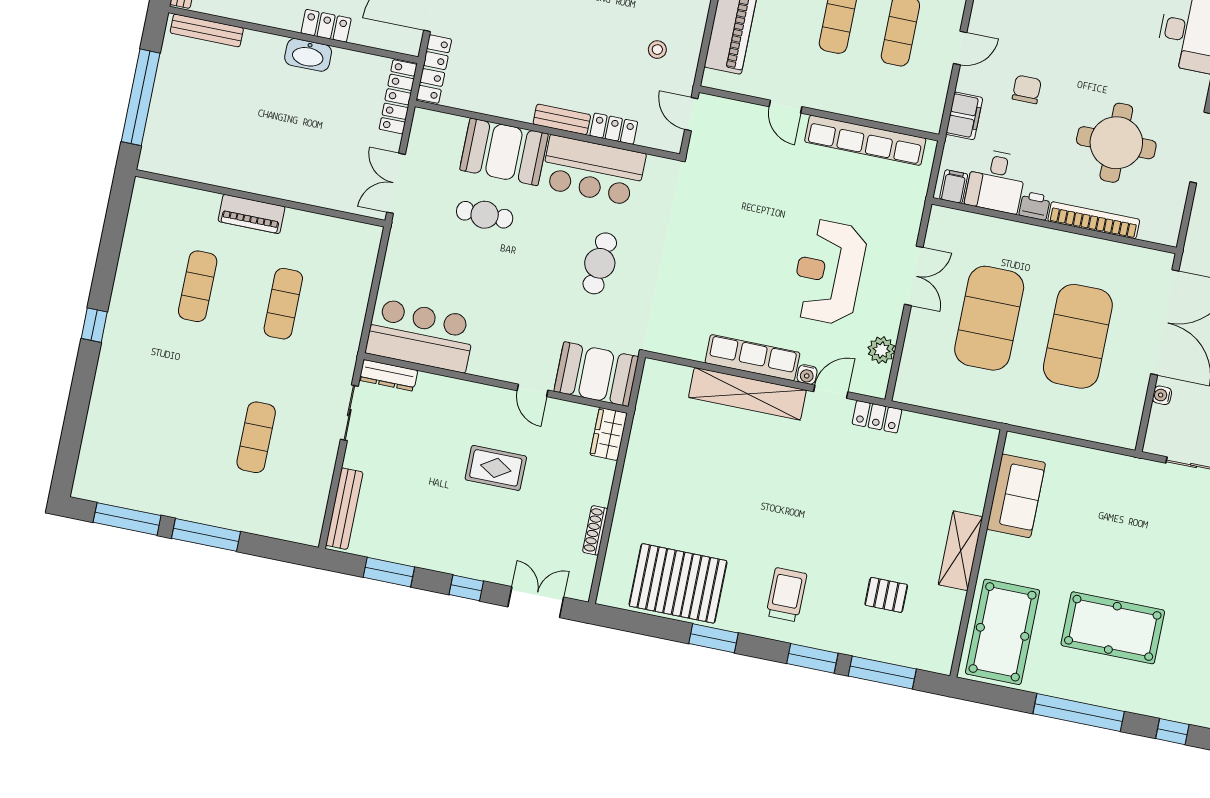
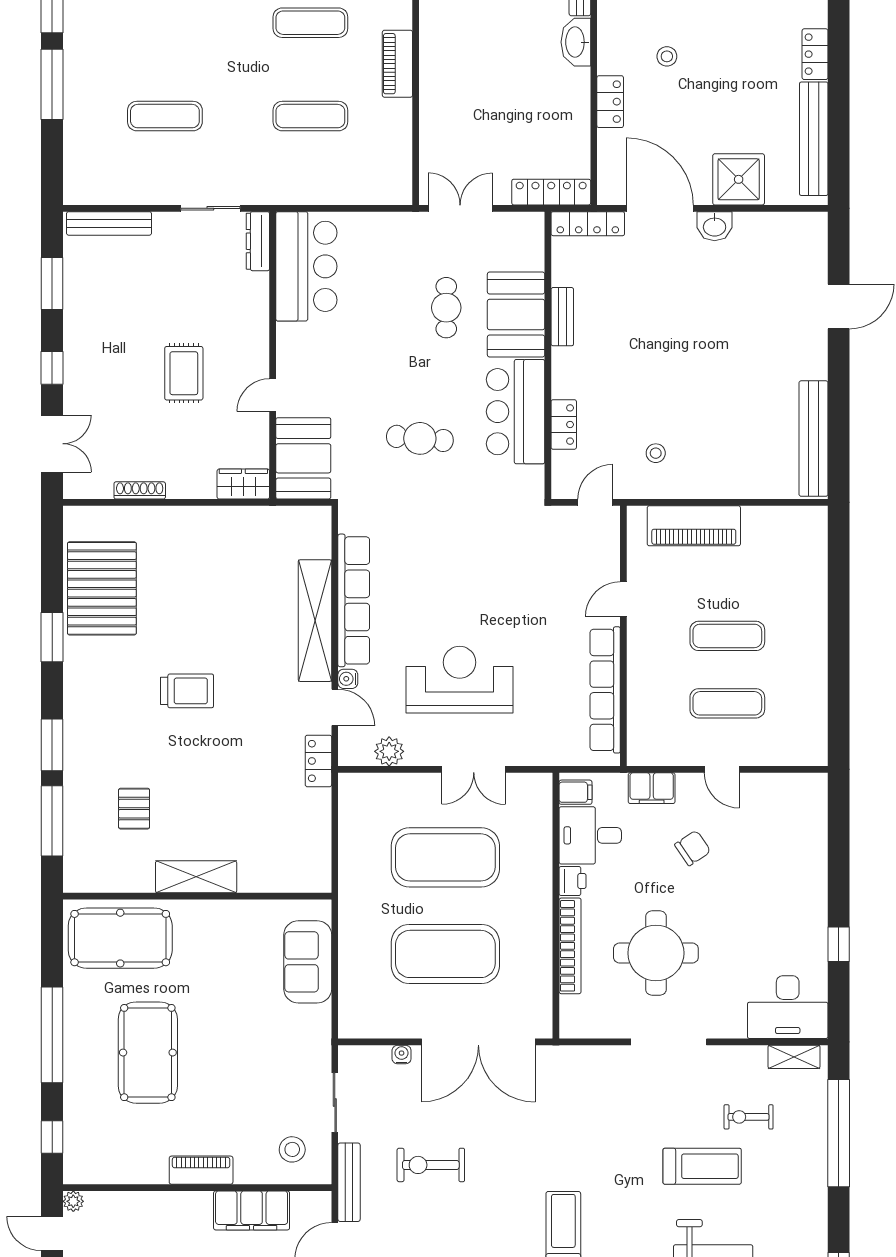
washbasin: (308, 55) -> (576, 42), moved
chair: (1027, 89) -> (693, 848), turned -34
bench: (562, 119) -> (562, 317), moved
row of seats: (752, 358) -> (354, 600), width x1.36
sofa: (1016, 496) -> (308, 962), moved, turned 90
trolley: (786, 595) -> (187, 691), moved

